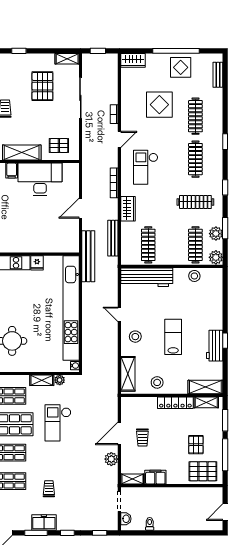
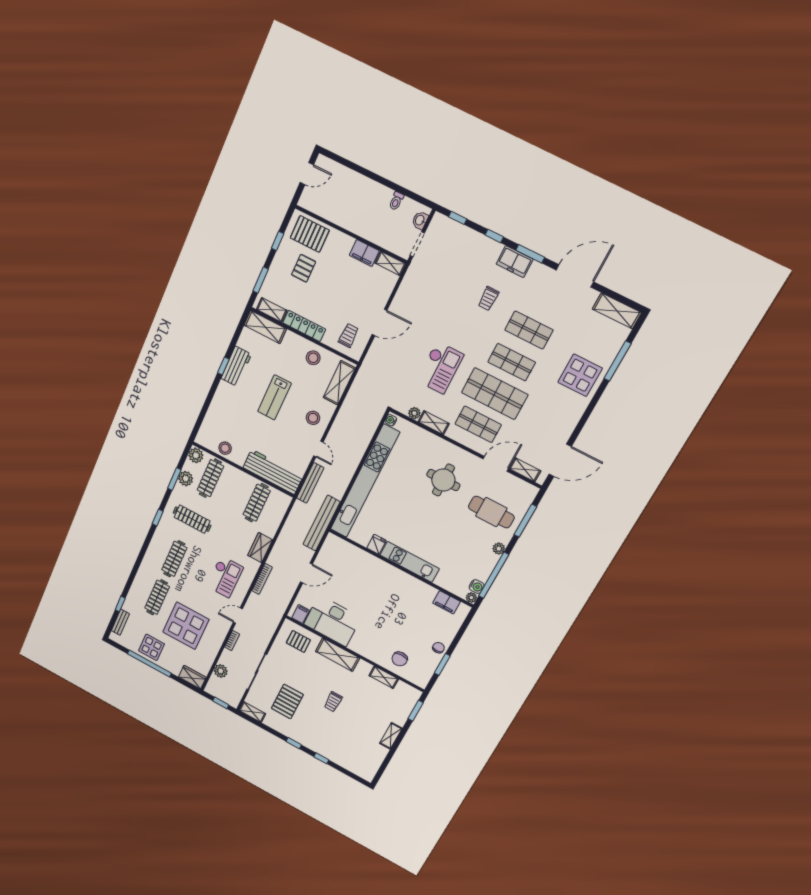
display table: (159, 105) -> (186, 626), width x1.36, depth x1.36
window: (225, 142) -> (120, 604), moved
filing cabinet: (12, 171) -> (301, 614), moved
bench: (113, 238) -> (310, 483), moved
trolley: (142, 437) -> (348, 335), moved
window: (225, 455) -> (278, 241), width x0.46
plant: (111, 459) -> (221, 671), moved

